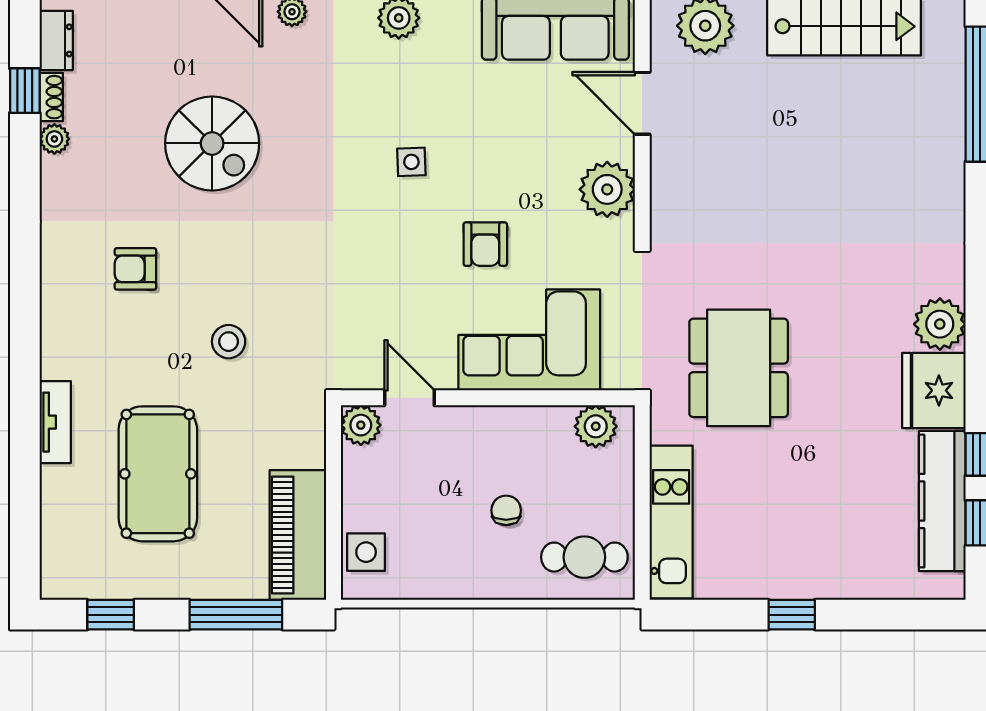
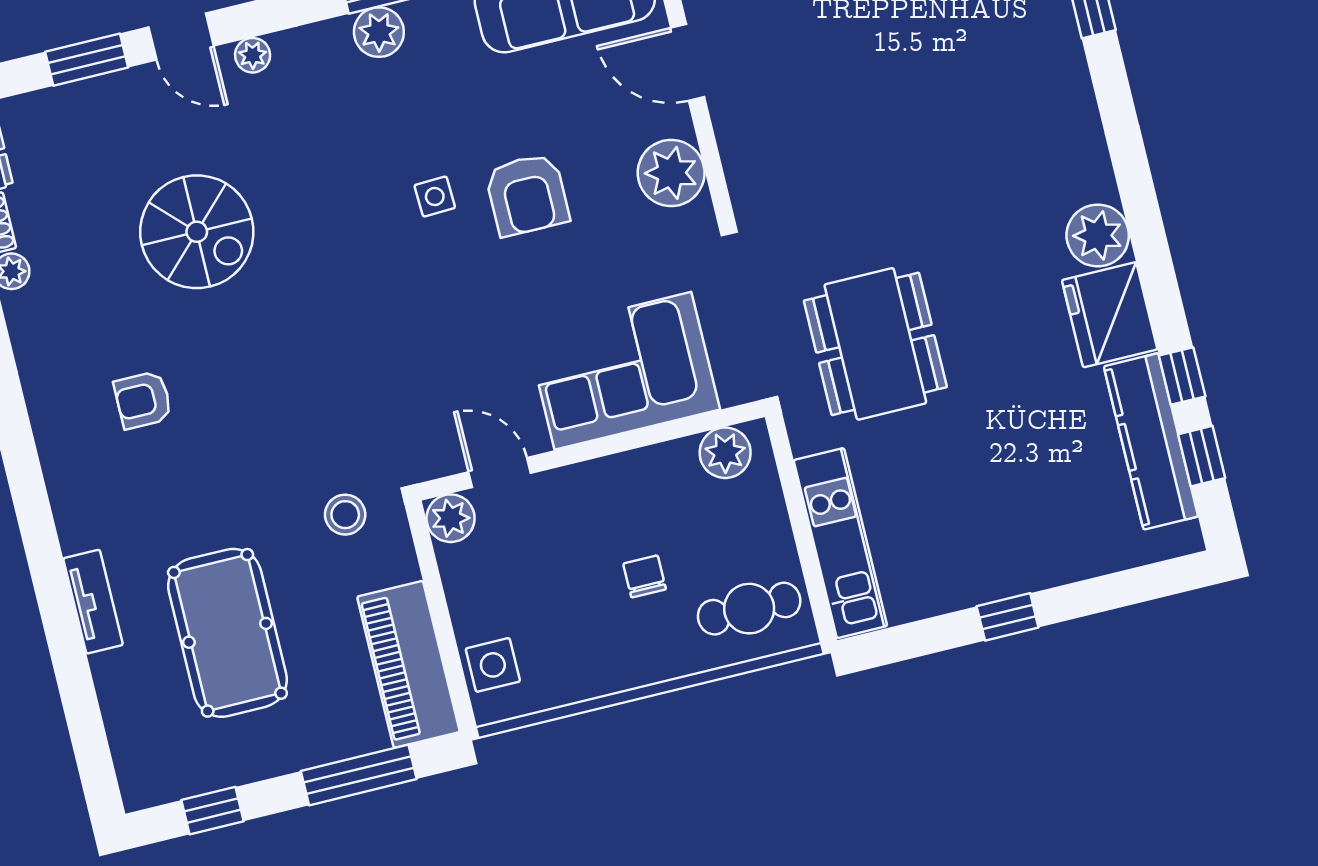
armchair: (485, 244) -> (527, 195), moved, width x1.38, depth x1.38
stool: (229, 342) -> (345, 515), moved

